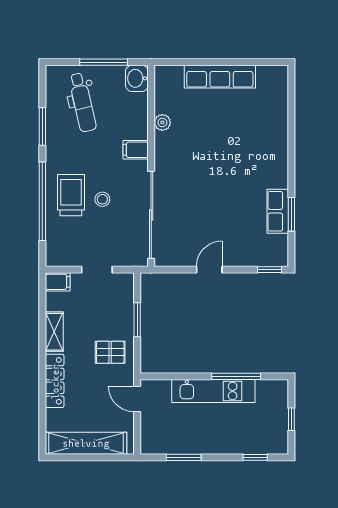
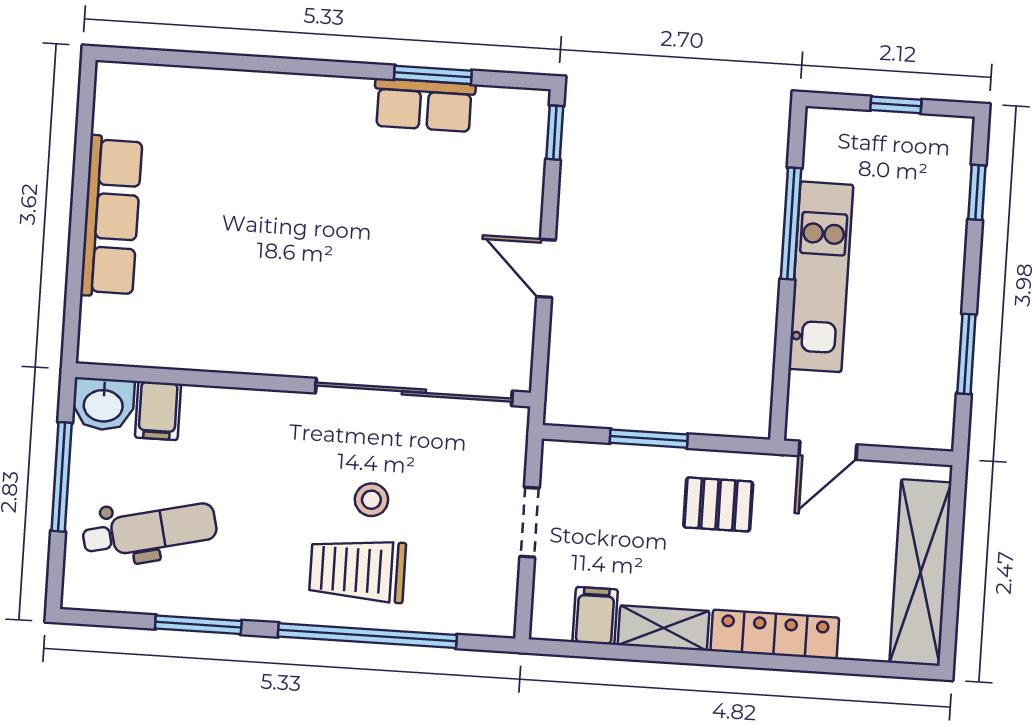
plant: (162, 122) -> (207, 353), removed
filing cabinet: (136, 150) -> (158, 411), moved
filing cabinet: (58, 282) -> (595, 616), moved
pallet: (110, 352) -> (718, 504), turned 90

